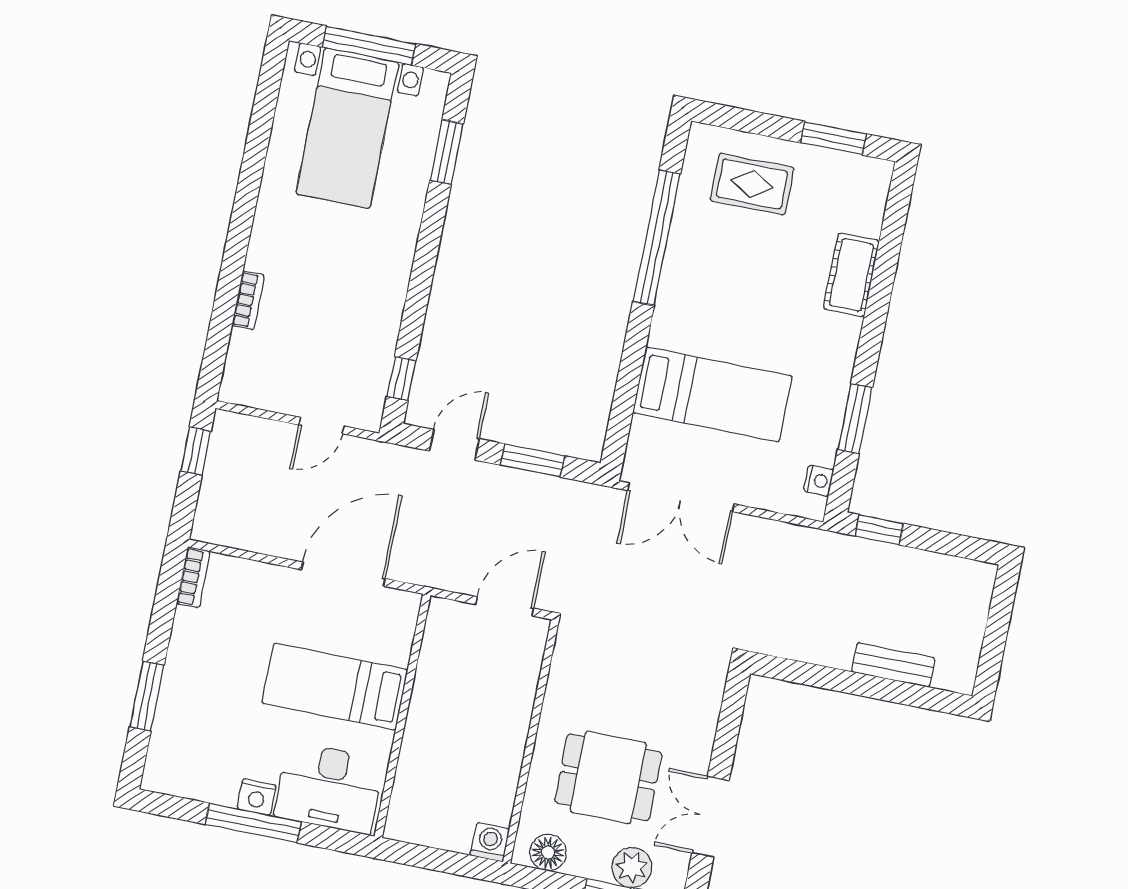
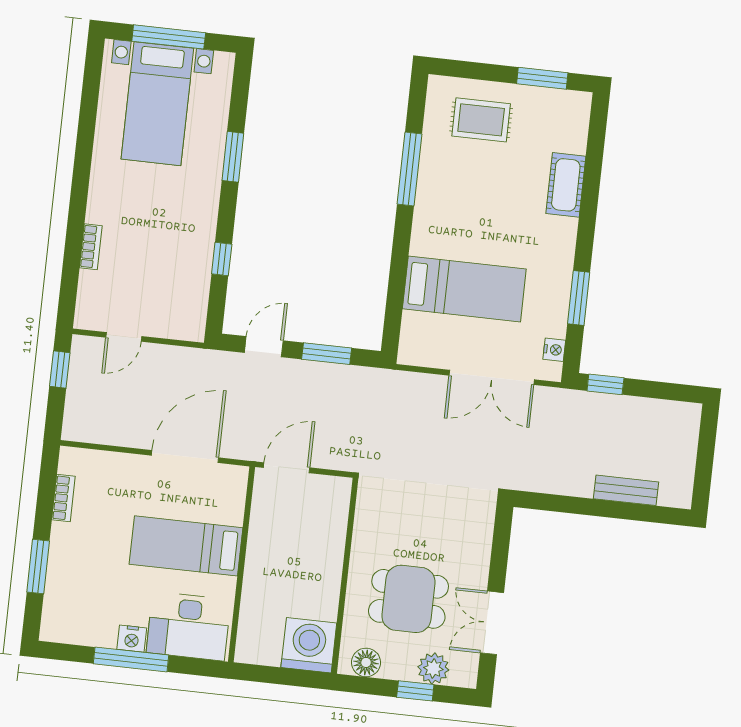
window: (447, 152) -> (233, 157), moved
window: (657, 238) -> (409, 169), width x0.68
window: (401, 378) -> (222, 259), moved
door: (321, 425) -> (124, 337), moved
double door: (681, 497) -> (492, 377), moved
bookcase: (193, 577) -> (63, 498), moved
door: (505, 606) -> (287, 468), moved
washing machine: (490, 842) -> (309, 645), width x1.89, depth x1.89

